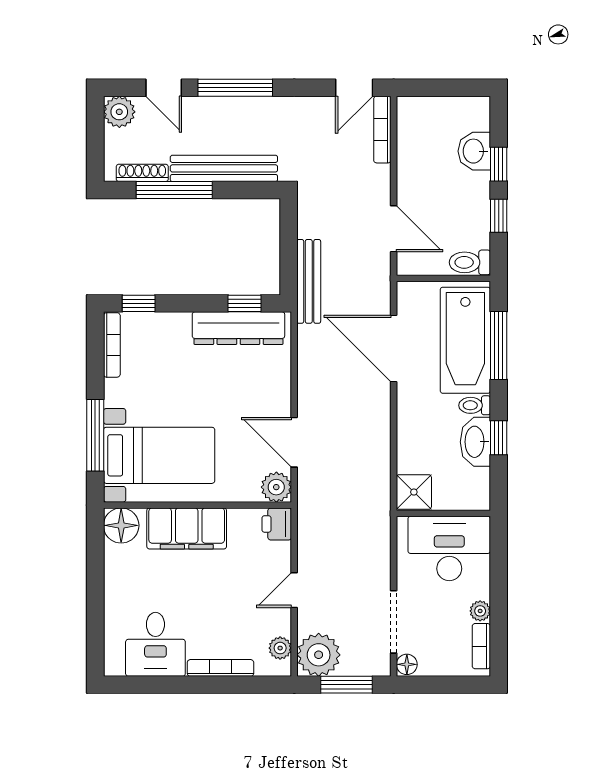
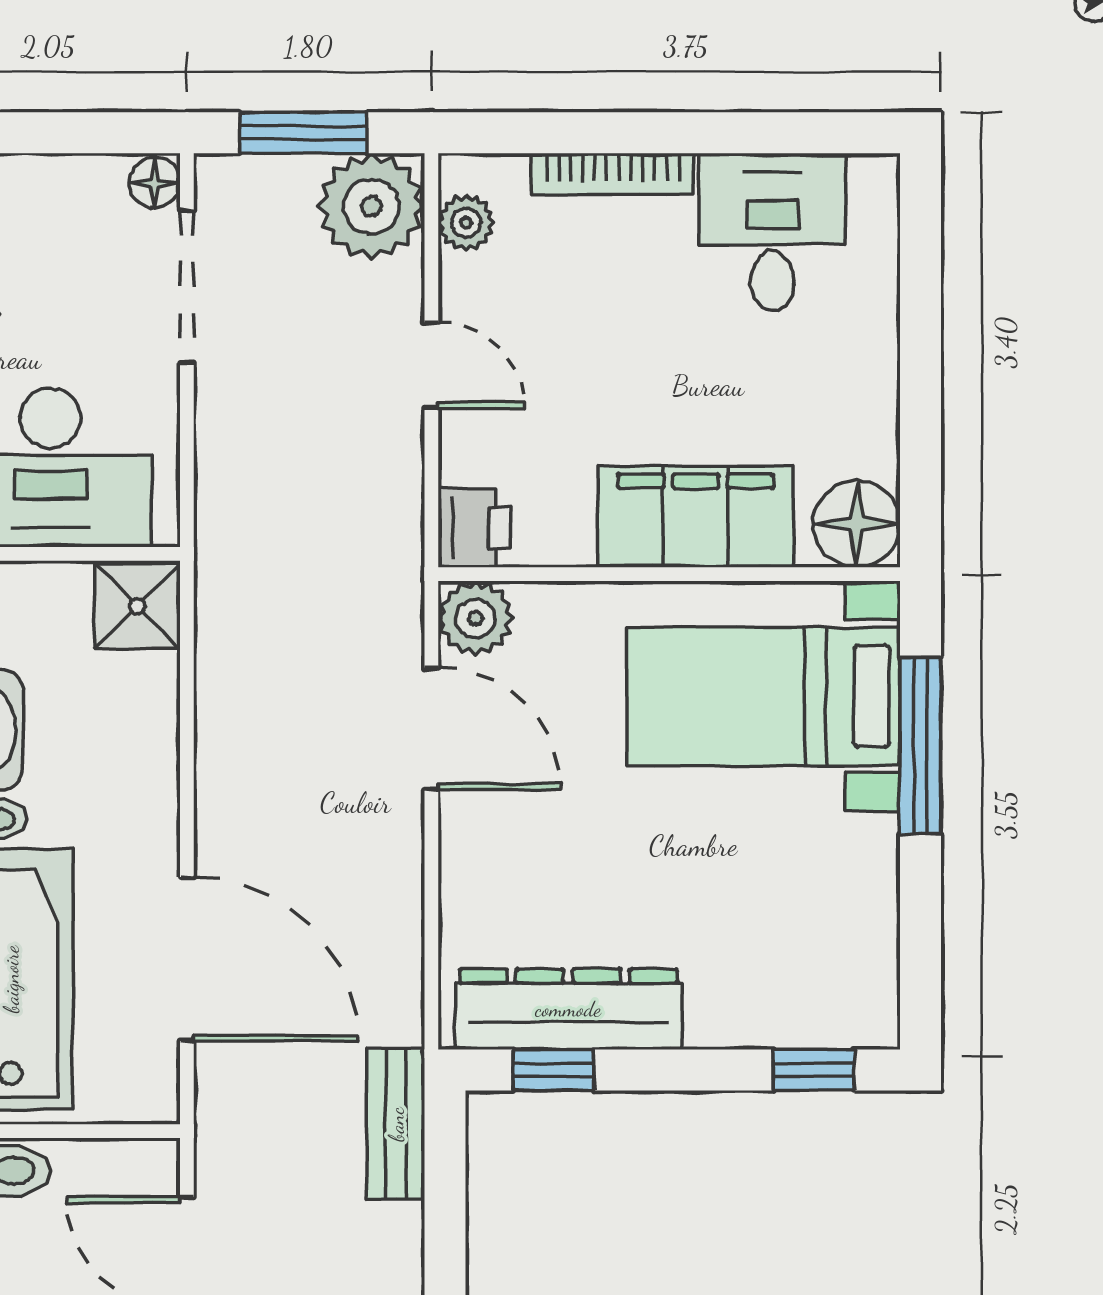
bench: (309, 281) -> (396, 1124), width x0.73
bookcase: (112, 345) -> (880, 968), removed
door: (294, 590) -> (431, 365), hinge flipped

